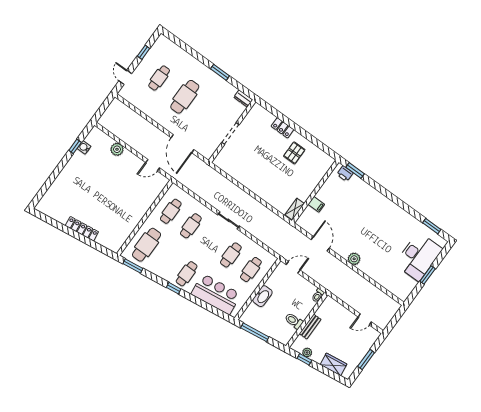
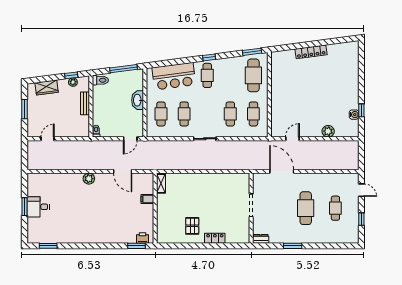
desk: (419, 256) -> (38, 207), width x0.53, depth x0.77
toilet: (294, 321) -> (100, 80), moved

